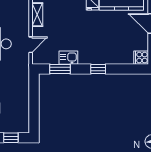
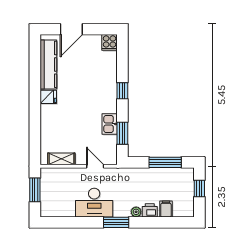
window: (34, 107) -> (165, 162), added

